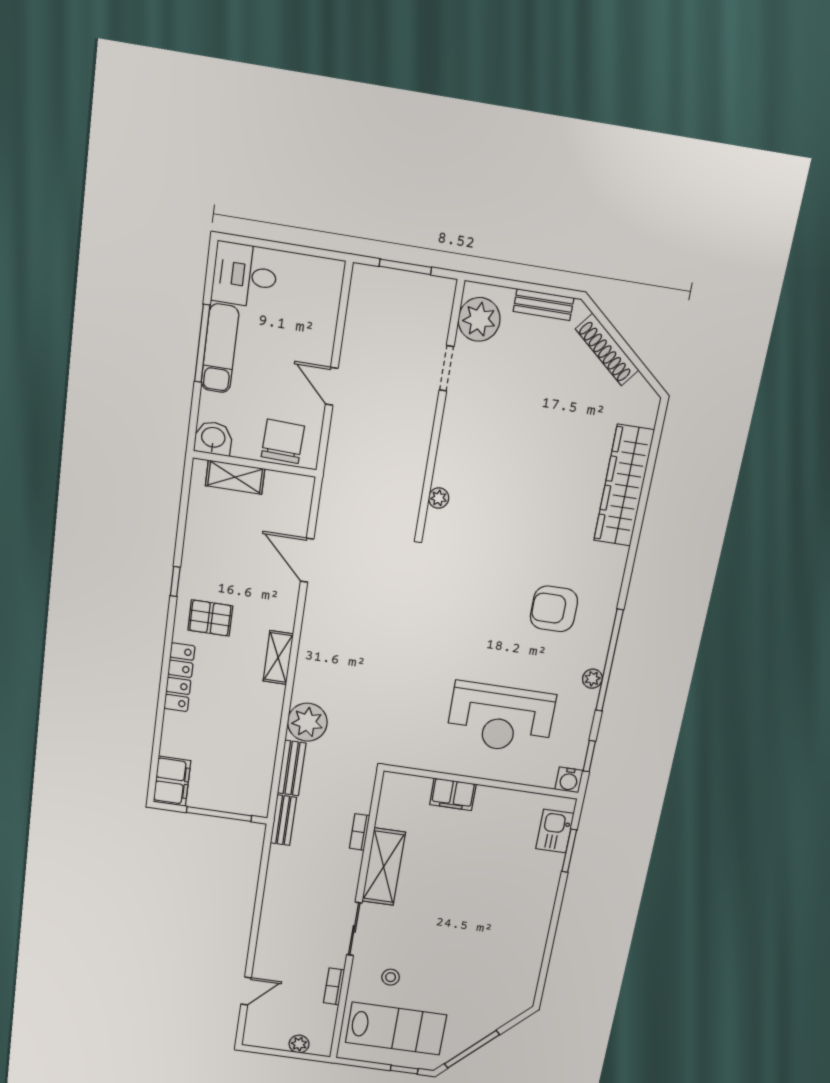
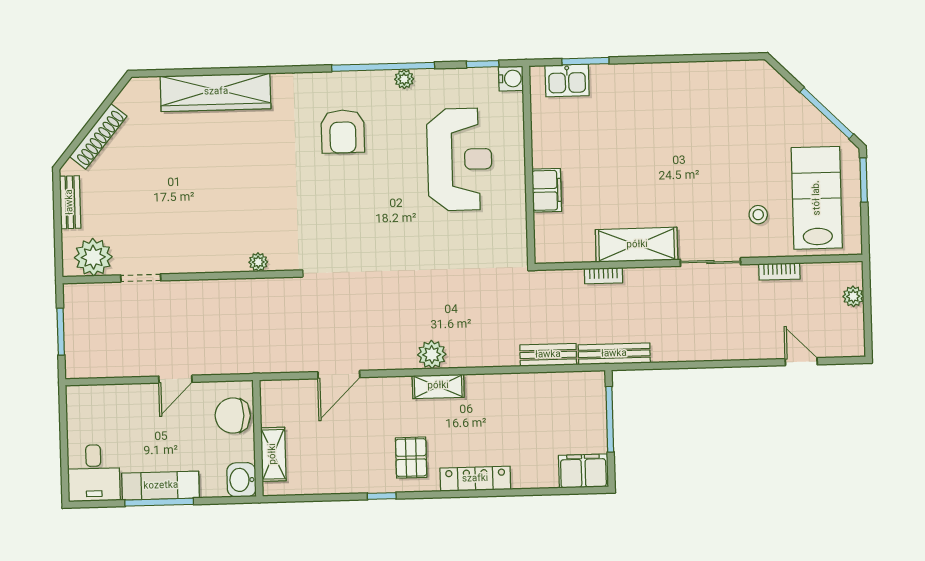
plant: (307, 722) -> (432, 355), moved, width x0.73, depth x0.73
bench: (283, 820) -> (614, 354), width x1.36
window: (404, 1070) -> (864, 180), width x1.50

